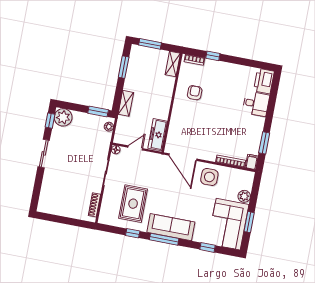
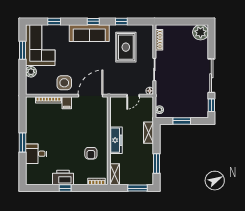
window: (213, 56) -> (65, 188), moved
printer: (264, 81) -> (63, 178), moved, turned -90
window: (98, 112) -> (182, 121), moved
plant: (63, 117) -> (201, 32), moved
freezer: (158, 135) -> (116, 140), moved
window: (264, 143) -> (22, 143), moved
sliding door: (44, 153) -> (211, 76), width x1.37
door: (183, 157) -> (90, 96), hinge flipped
filing cabinet: (252, 162) -> (67, 103), moved
window: (164, 239) -> (93, 21), width x0.46

